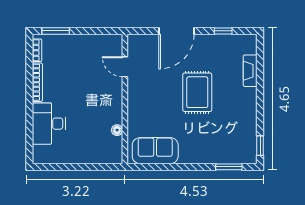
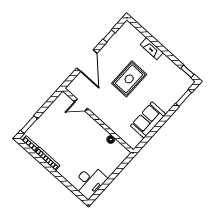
fireplace: (250, 71) -> (152, 49), moved
rug: (197, 92) -> (129, 79), turned 90
desk: (49, 124) -> (90, 182), moved, turned -90
sofa: (155, 151) -> (148, 120), moved

